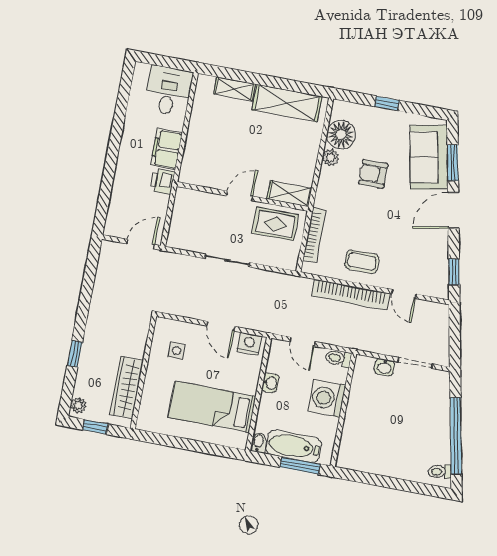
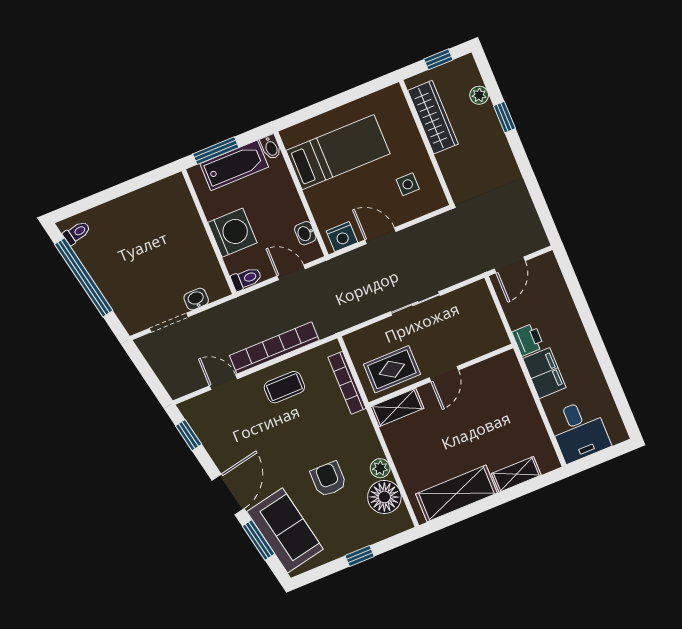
armchair: (373, 174) -> (328, 479), turned -90
washbasin: (270, 383) -> (305, 233), moved
plant: (78, 405) -> (479, 95), moved

